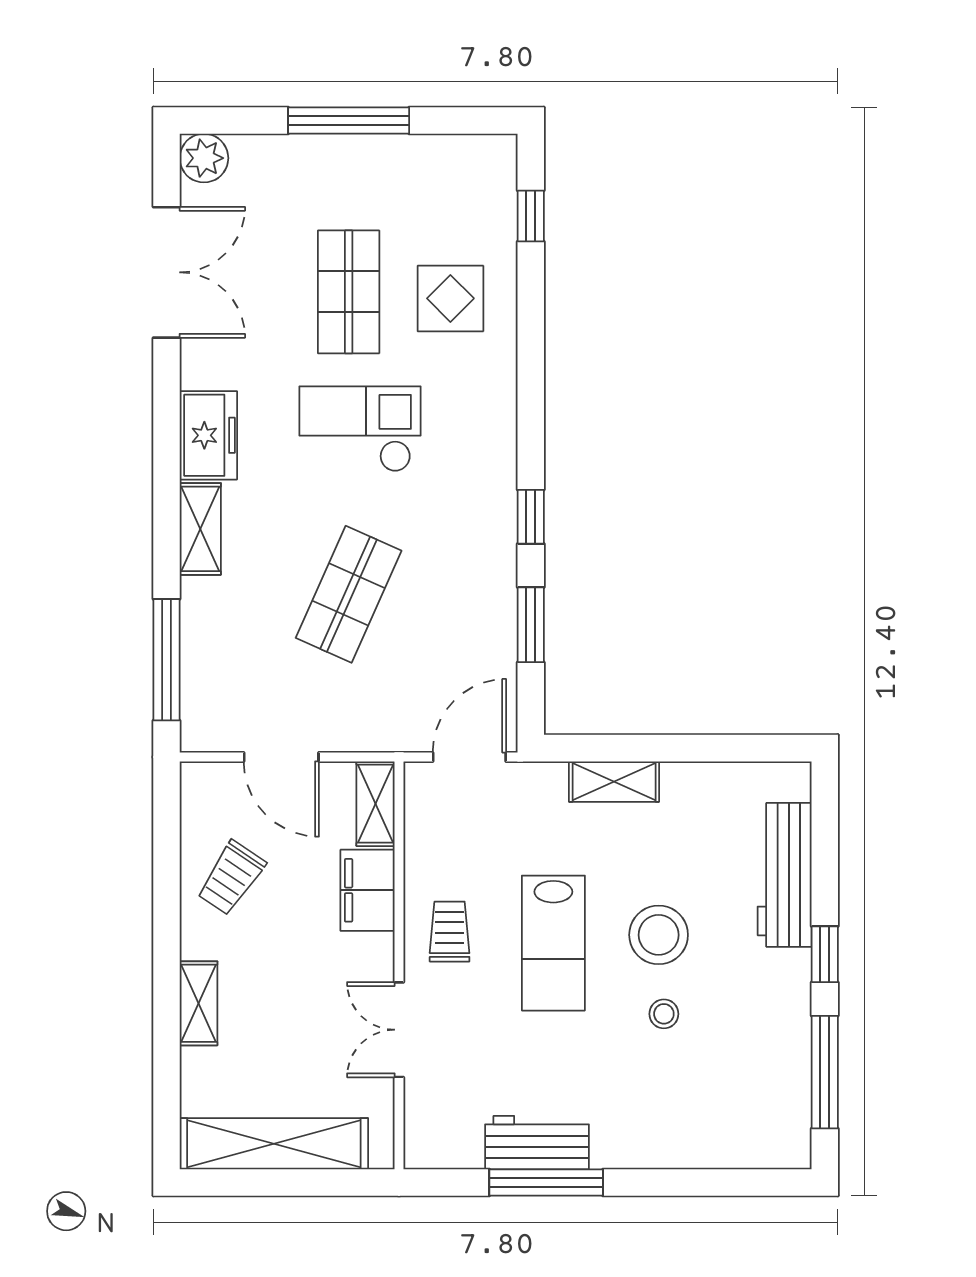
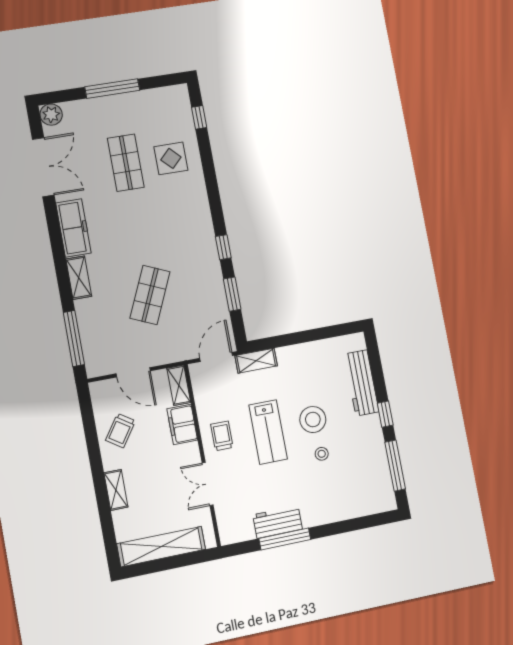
checkout: (360, 429) -> (142, 222), removed
freezer: (208, 435) -> (73, 228), width x1.40
shelving: (614, 782) -> (256, 361), moved

